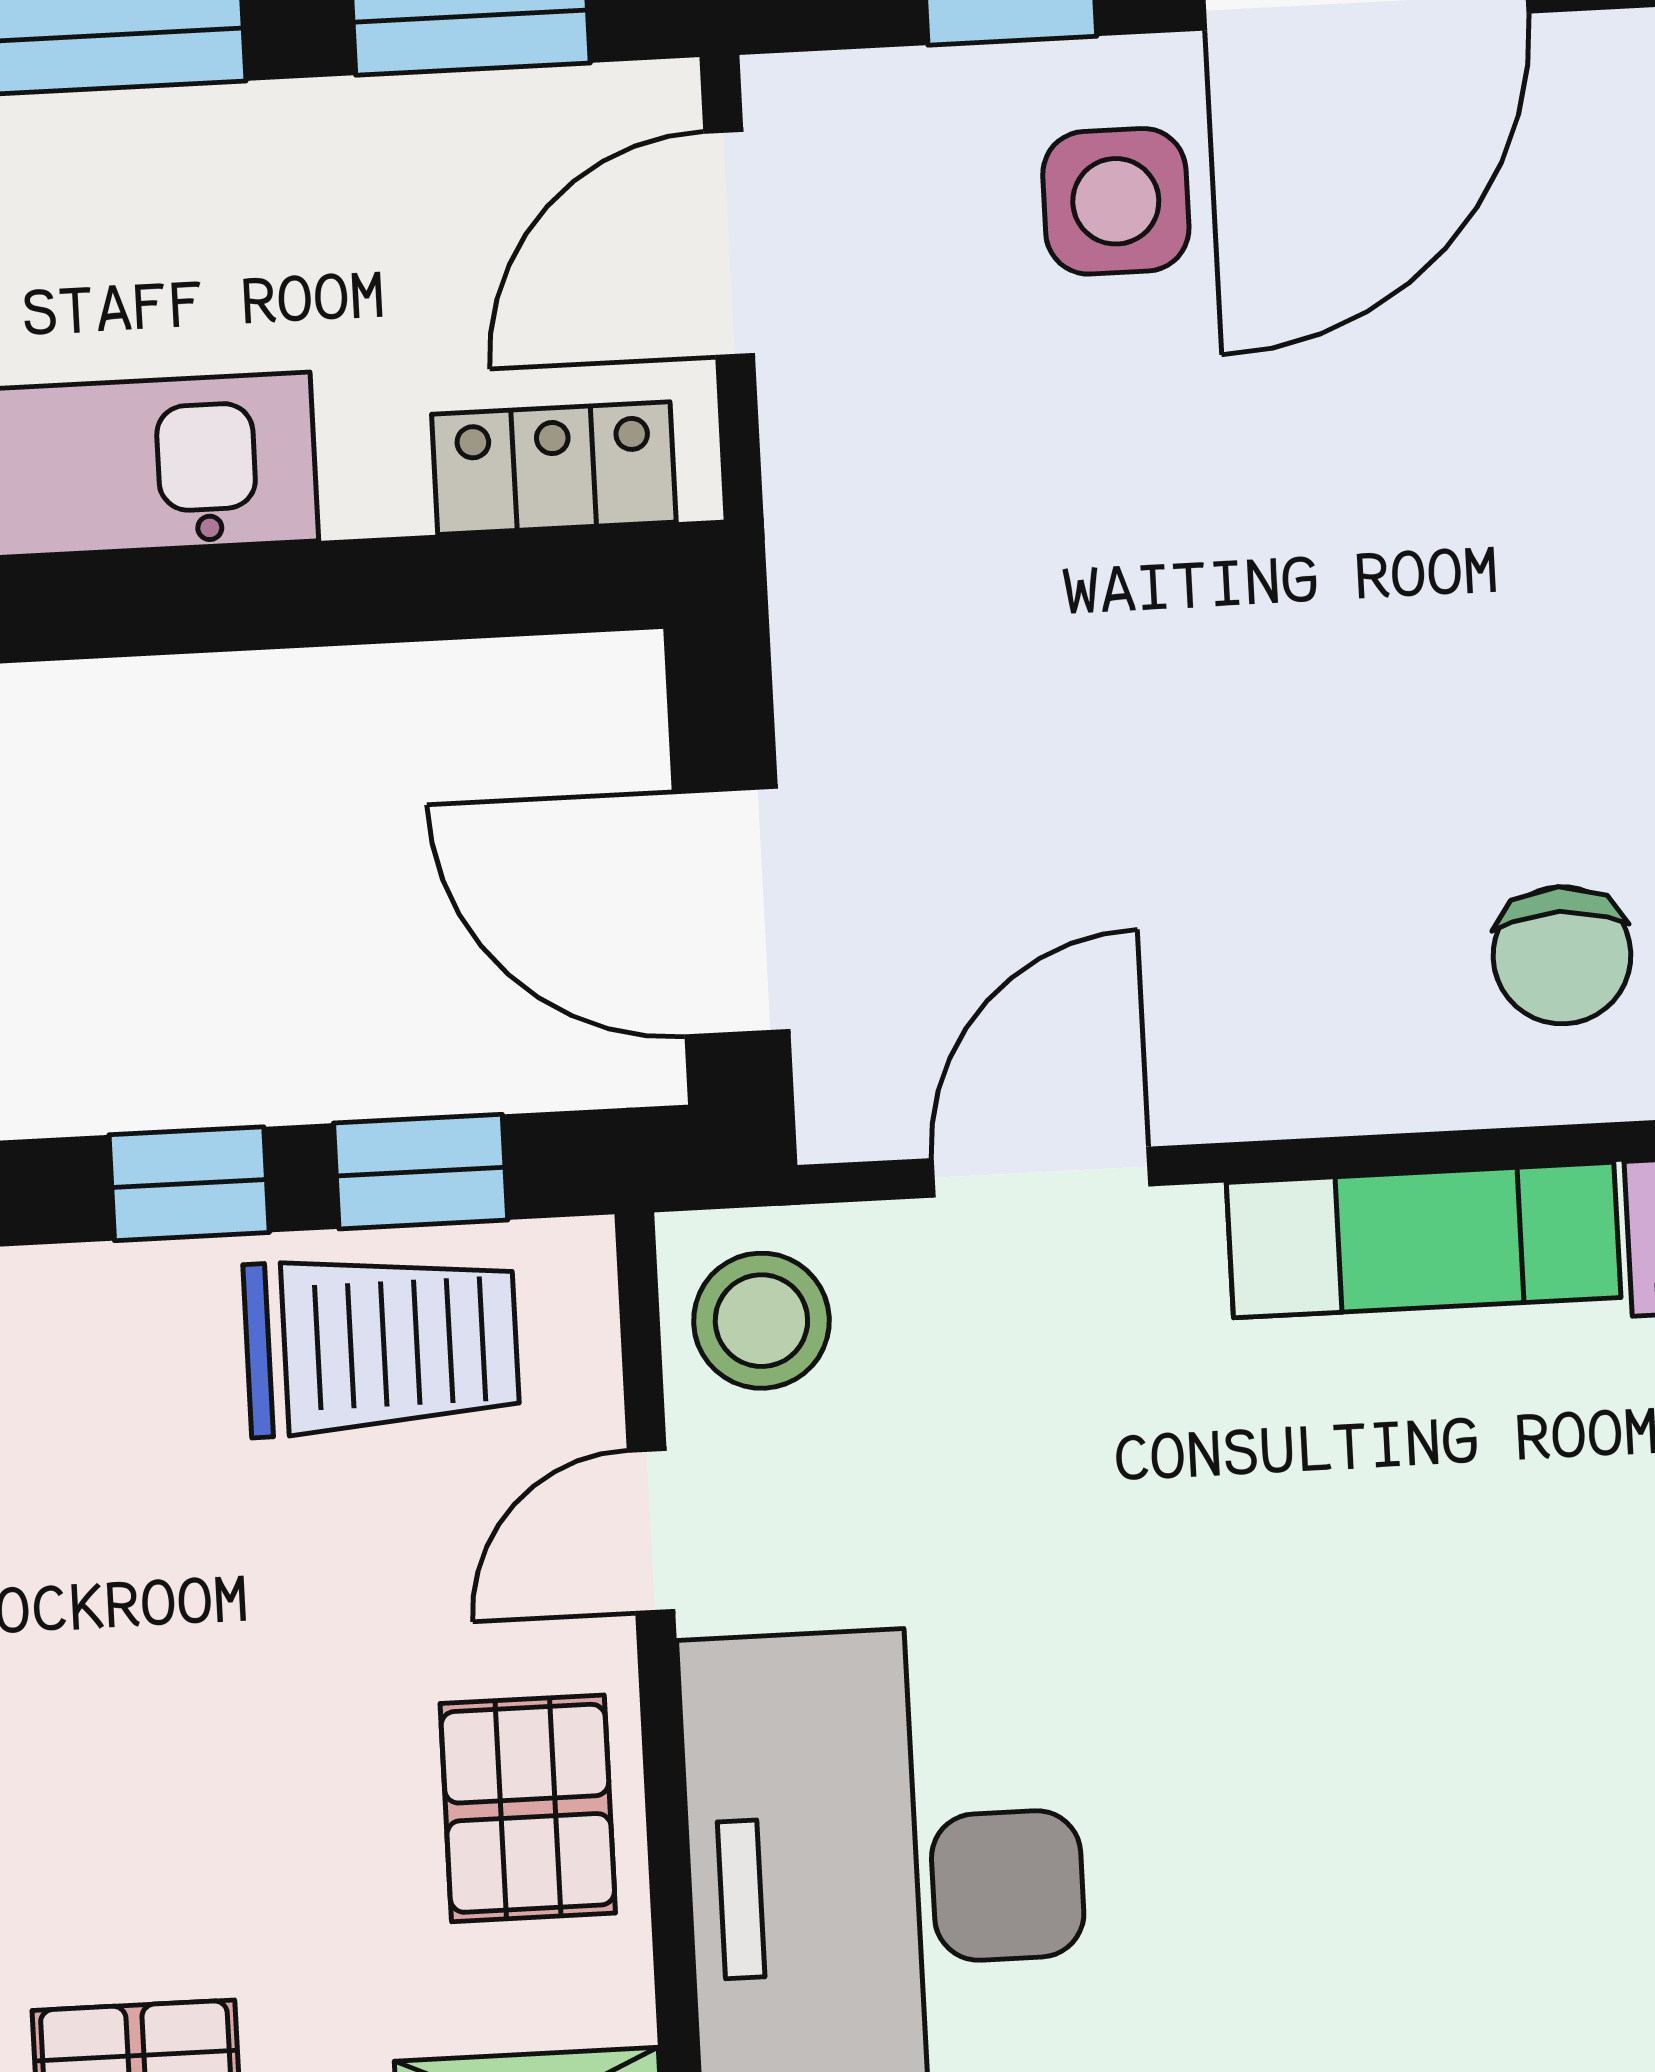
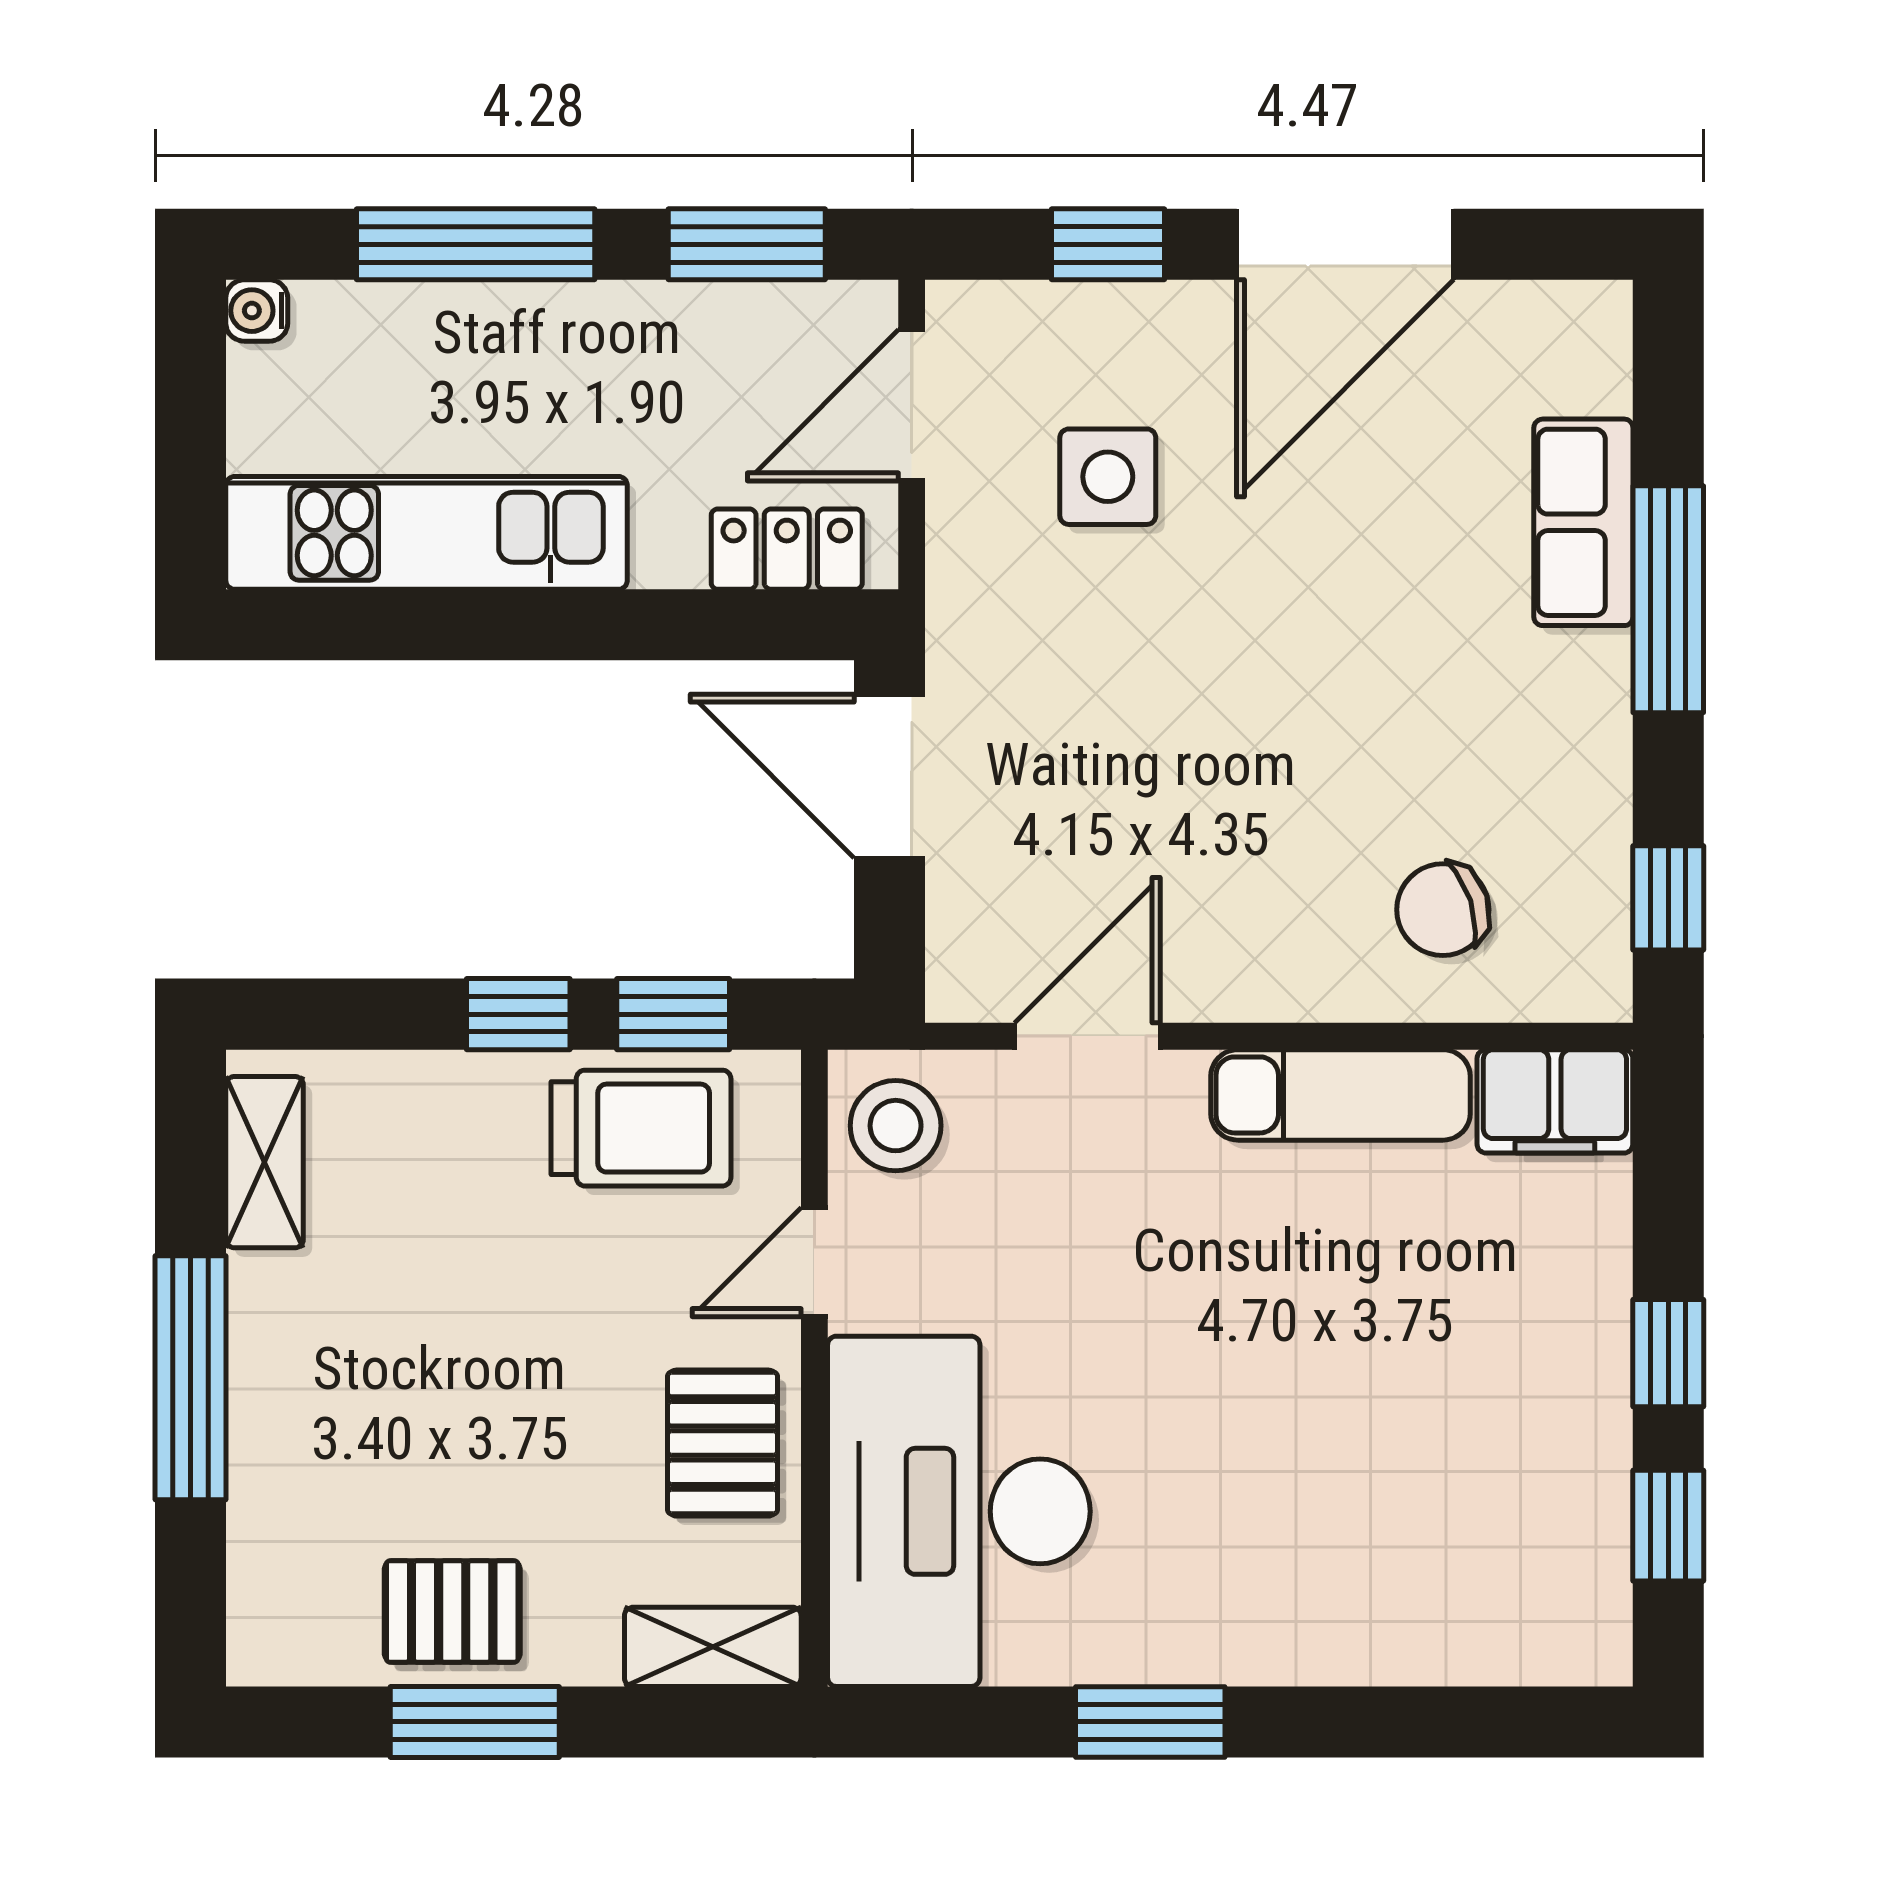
side table: (1116, 201) -> (1108, 477), moved
door: (731, 912) -> (890, 776), moved
chair: (1562, 955) -> (1443, 910), turned 72

